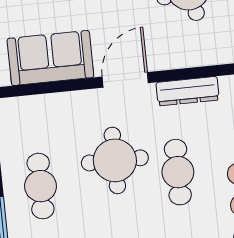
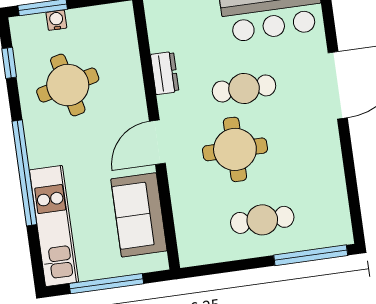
door: (125, 80) -> (157, 142), hinge flipped
dresser: (188, 91) -> (165, 73), width x0.70

